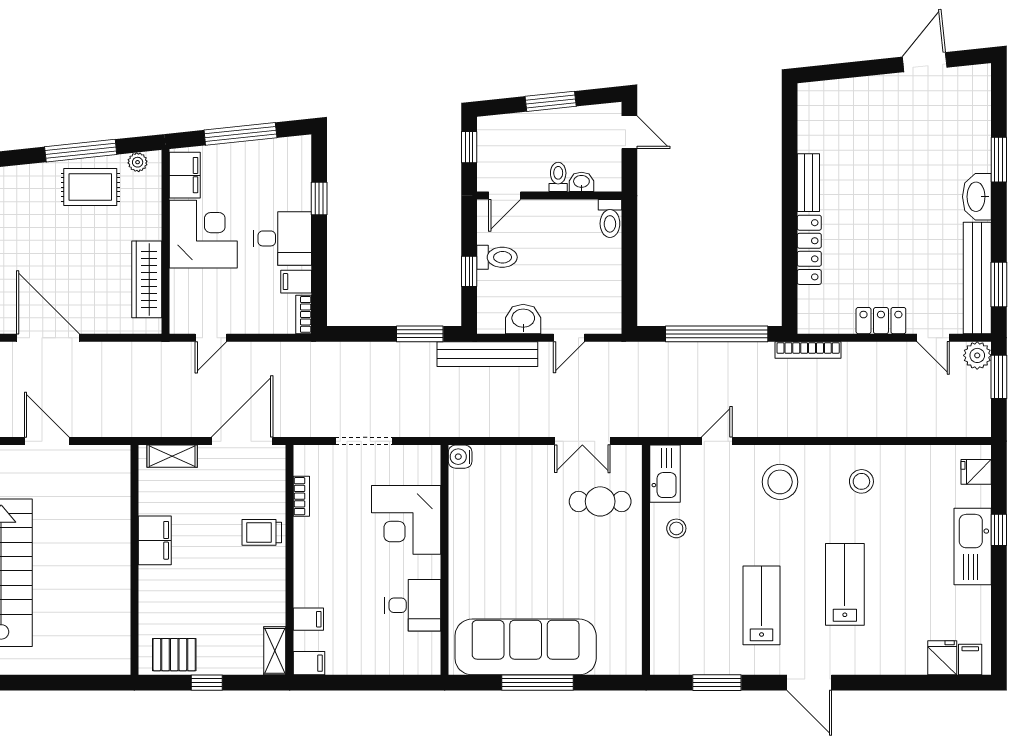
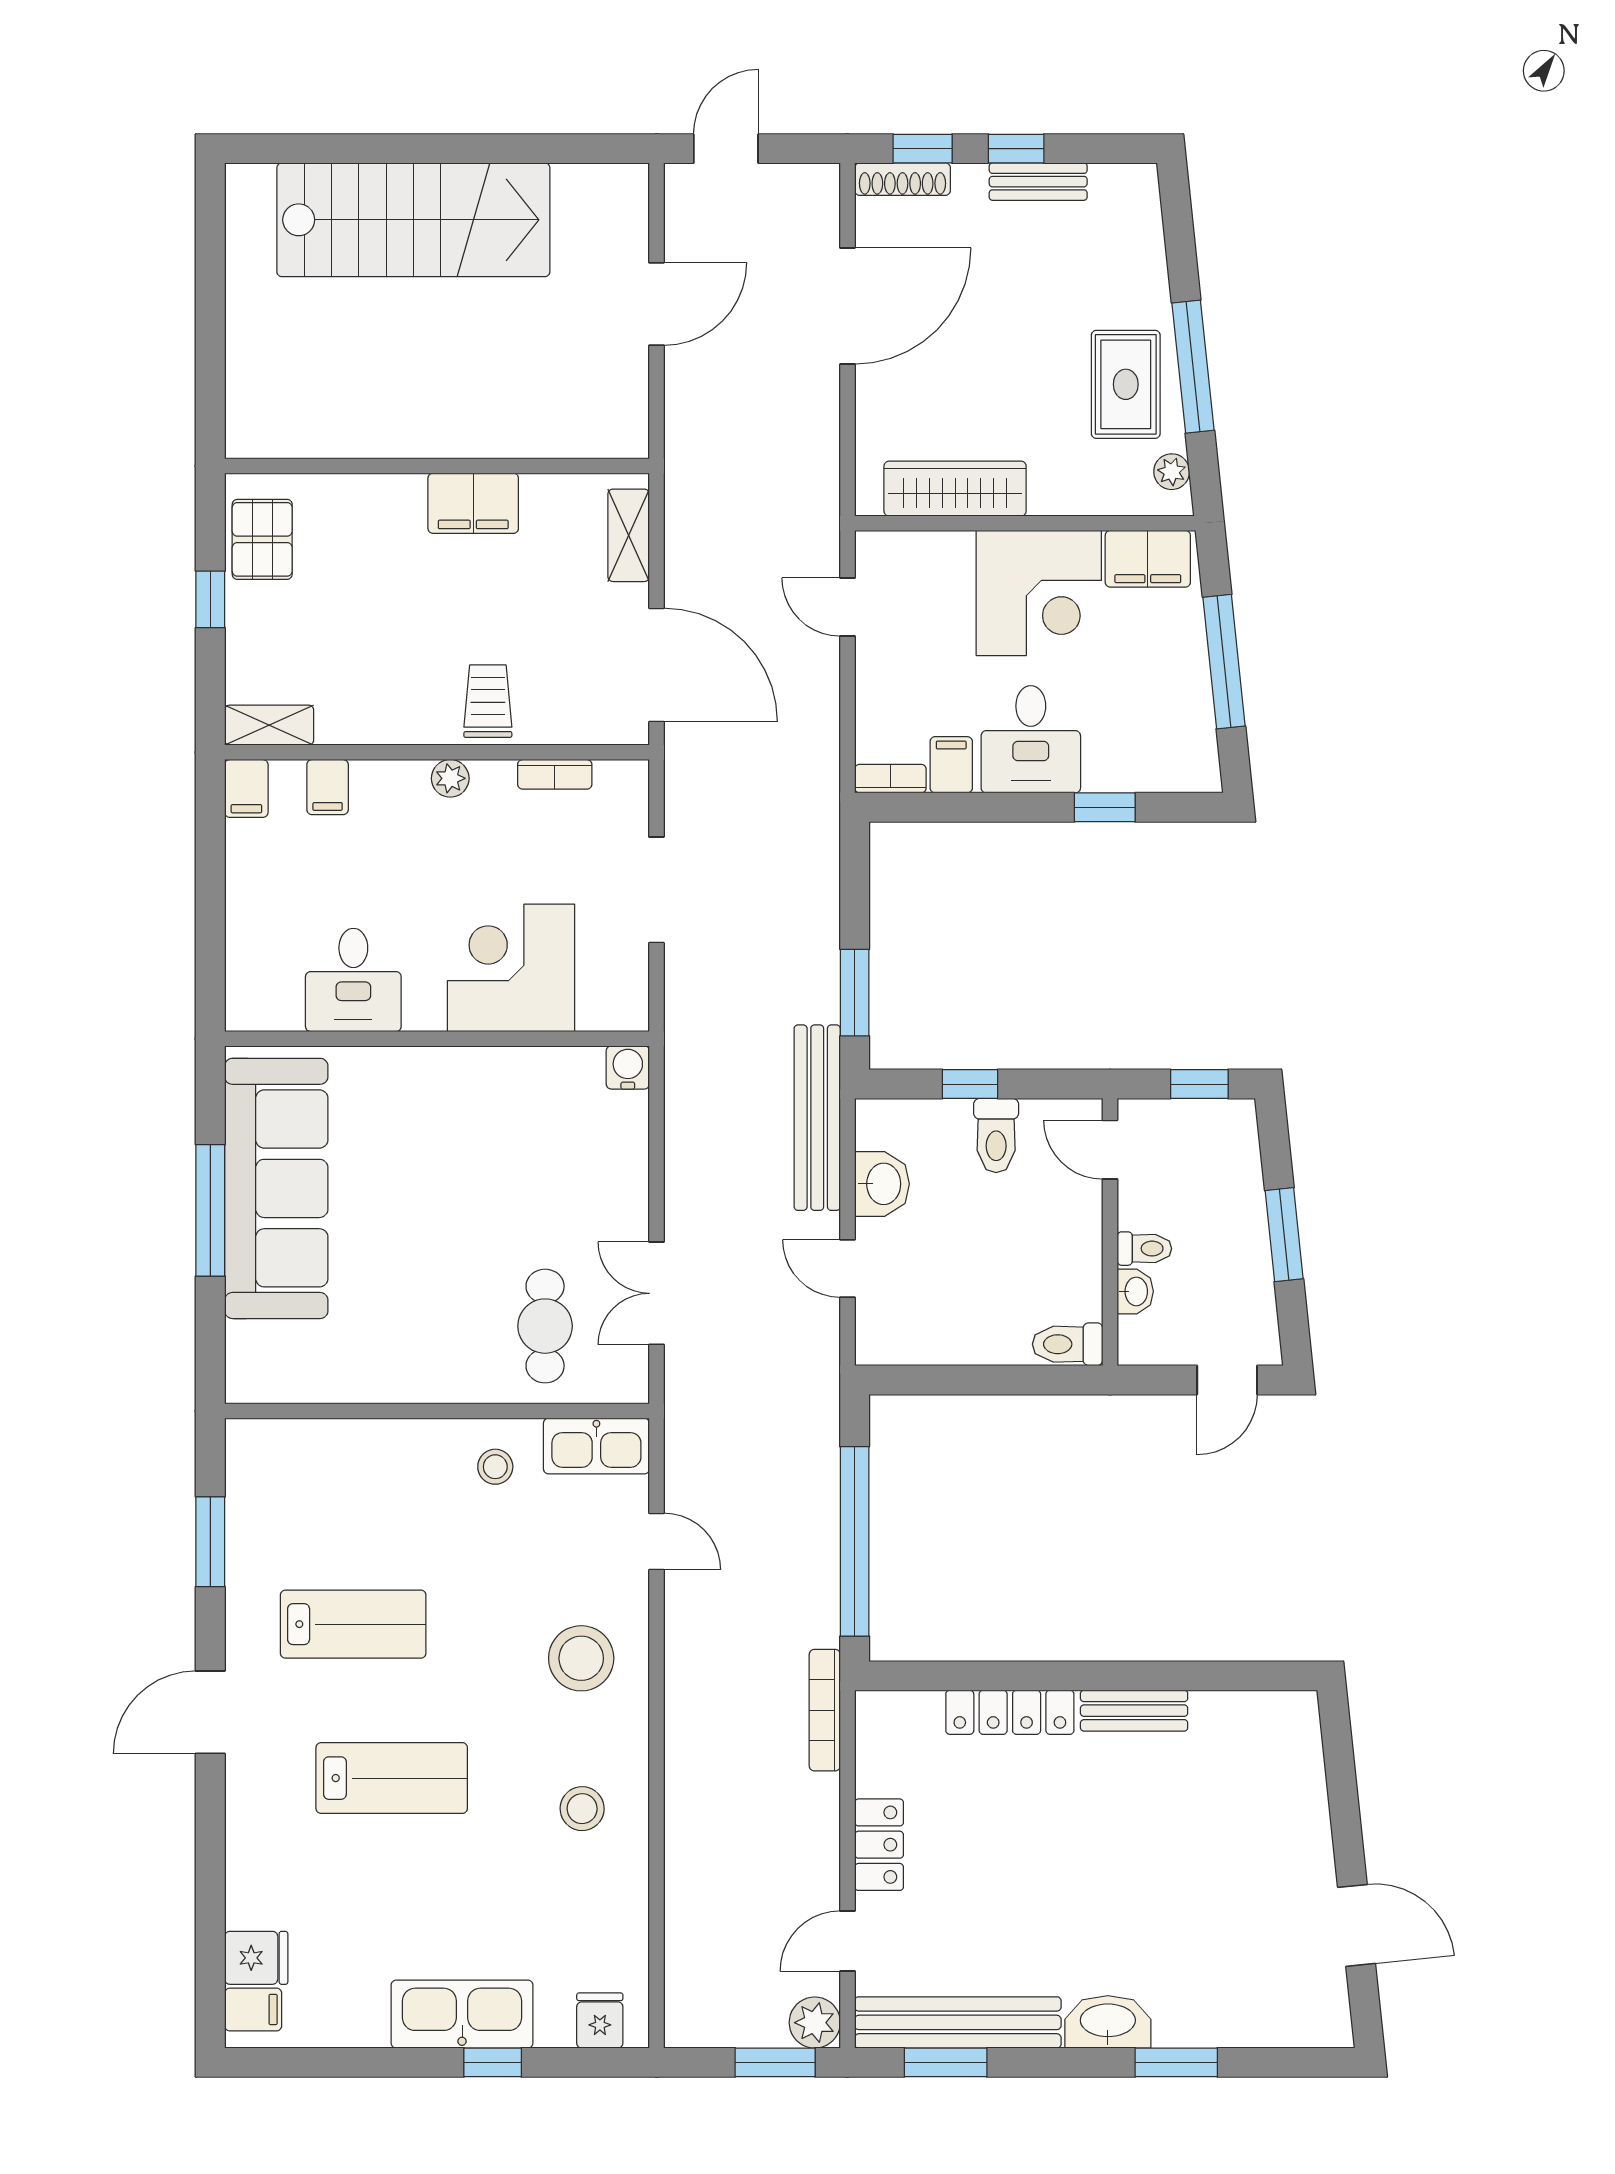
plant: (304, 553) -> (450, 778), added

